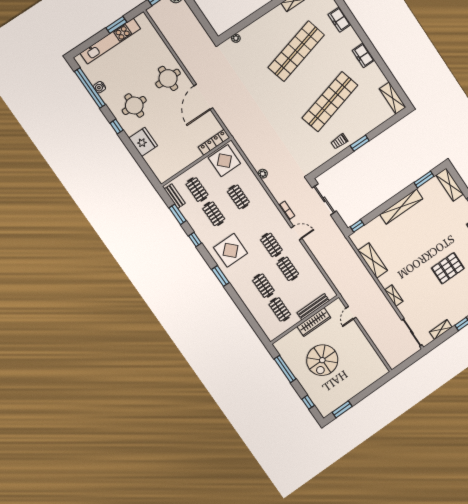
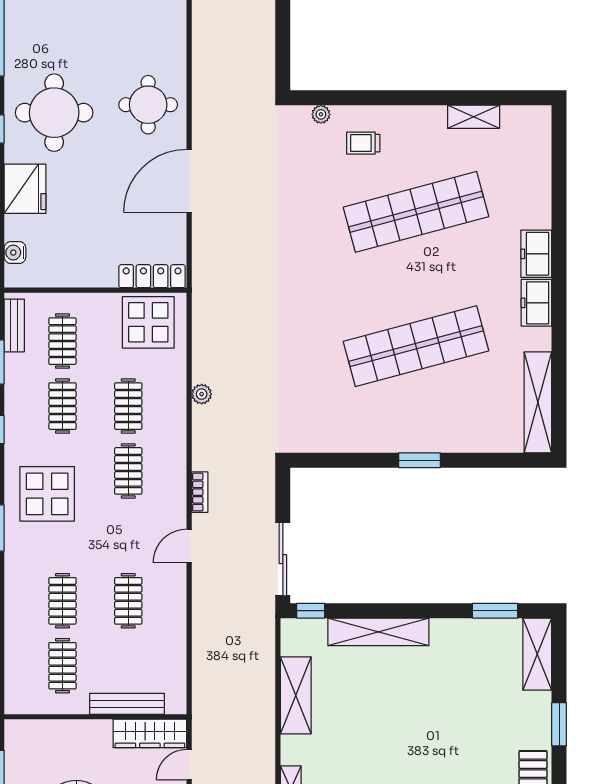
freezer: (340, 20) -> (536, 254), moved
water cooler: (100, 87) -> (15, 253), moved
shelving: (393, 98) -> (538, 402), width x1.47
round table: (134, 106) -> (54, 113), width x1.36, depth x1.36
trolley: (339, 141) -> (363, 143), moved
sliding door: (324, 199) -> (283, 559), moved
shelving: (401, 207) -> (378, 632), moved
door: (296, 233) -> (189, 546), swing flipped
clothes rail: (271, 245) -> (128, 471), moved
wardrobe: (314, 322) -> (150, 733), moved

